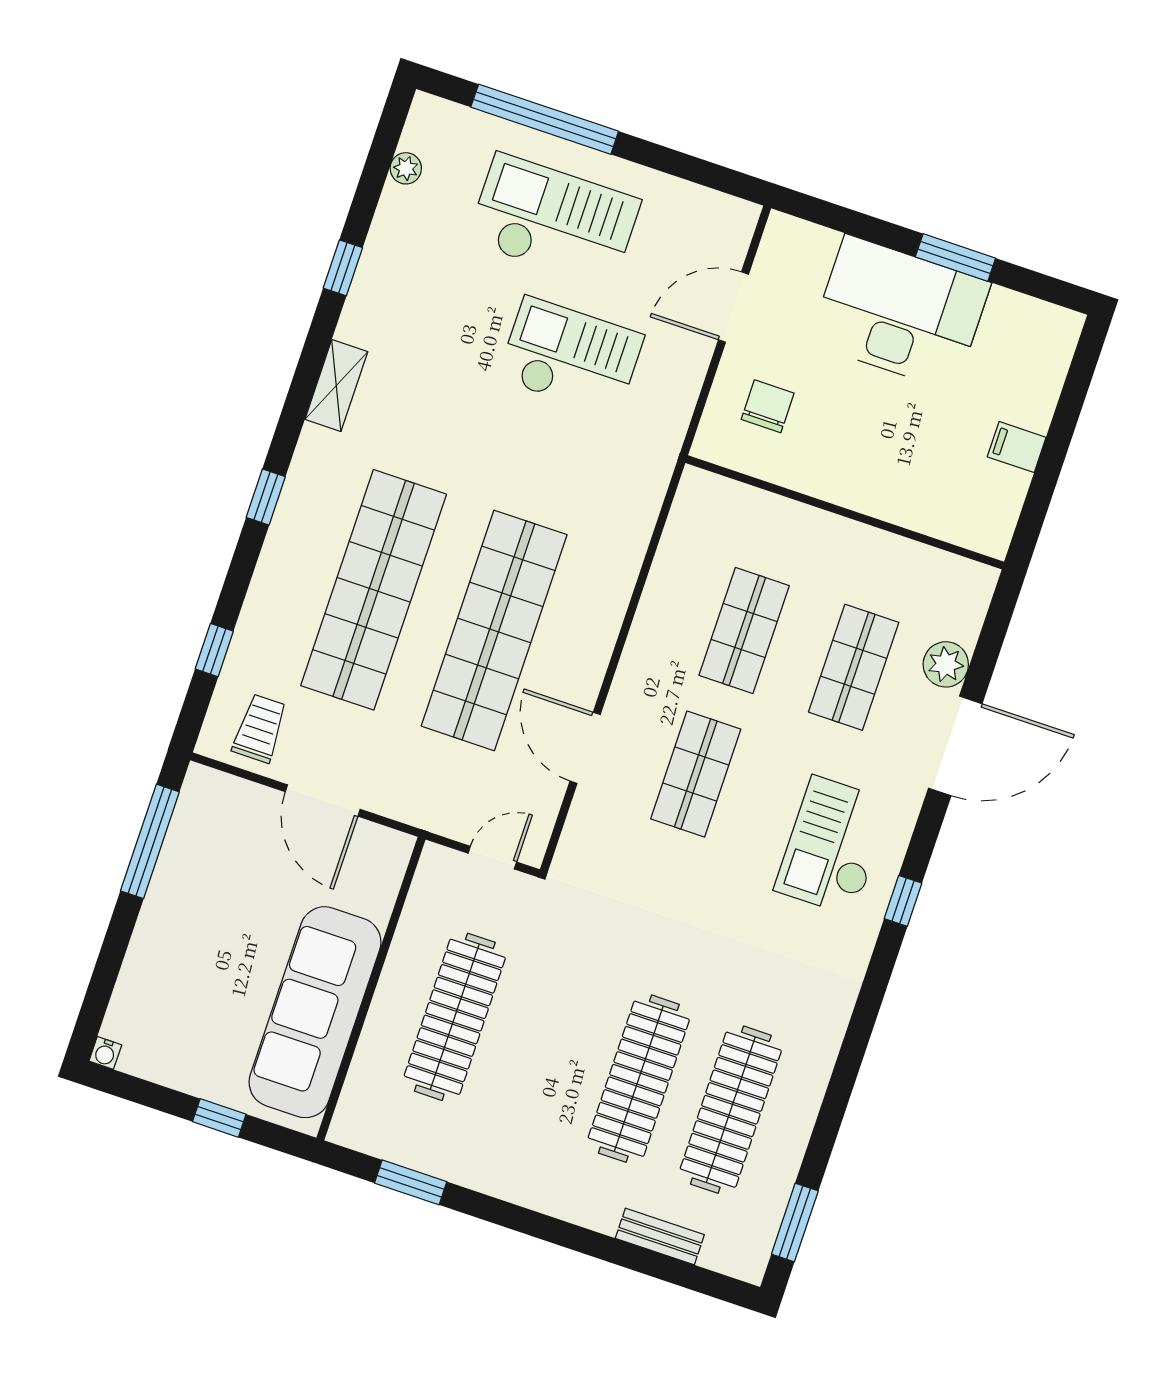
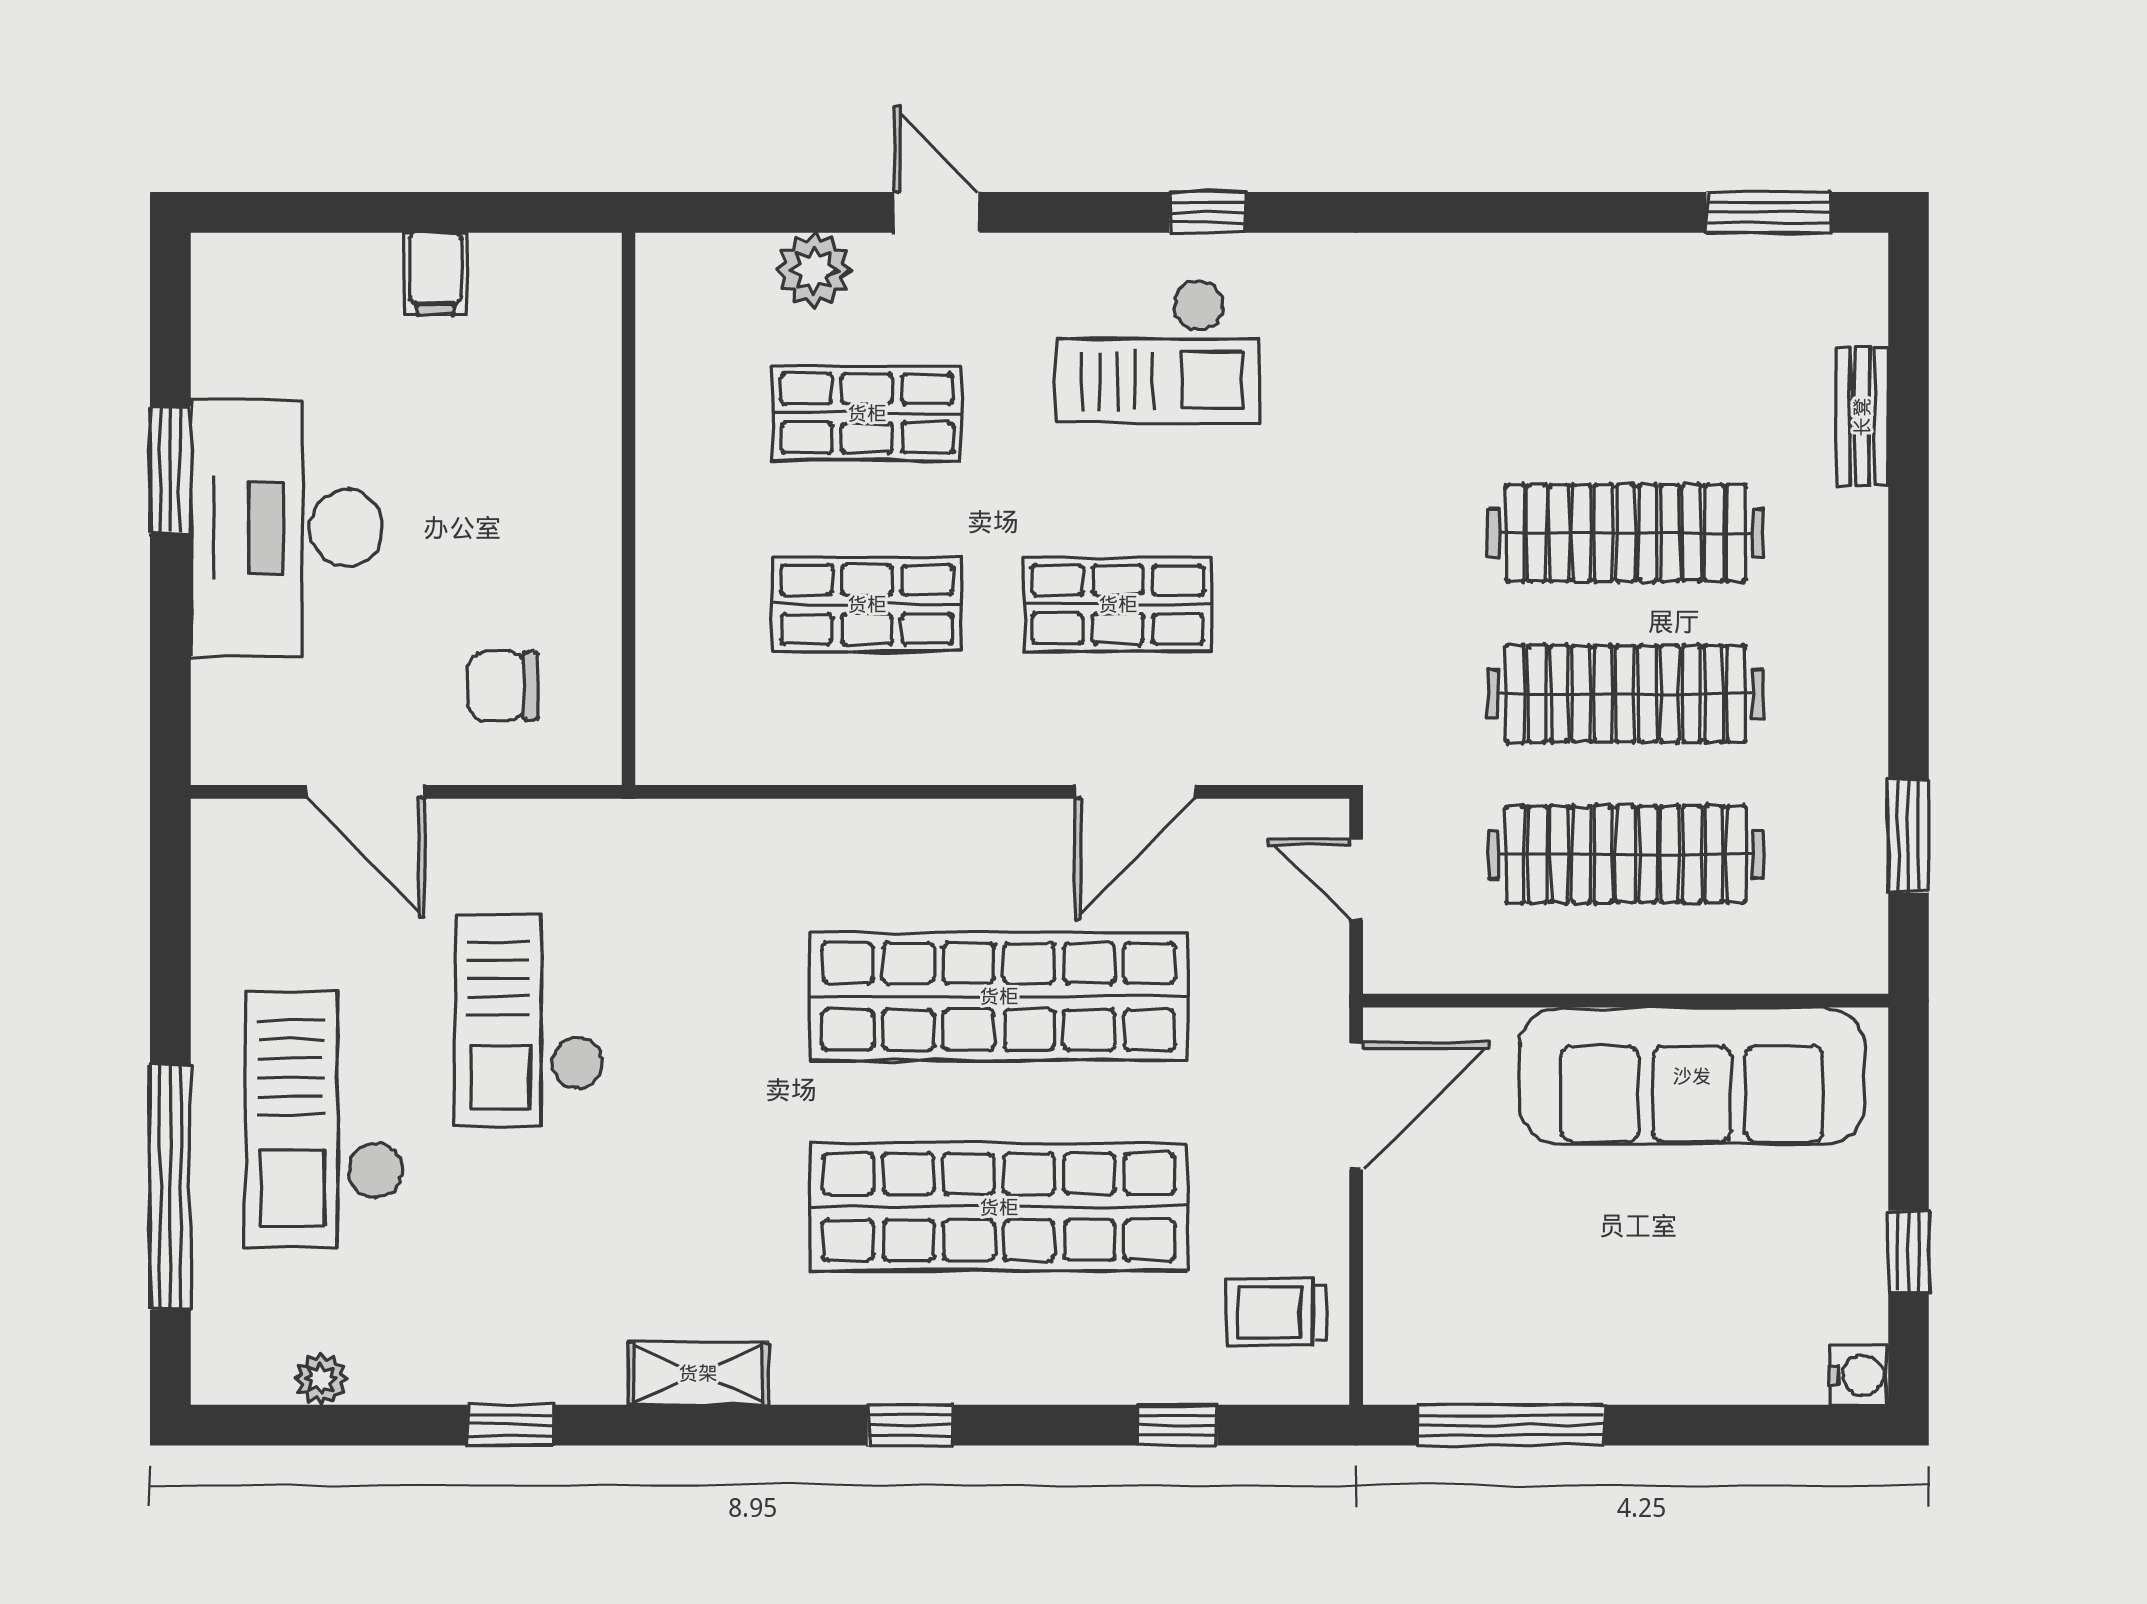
door: (955, 746) -> (937, 212), width x0.53
door: (323, 801) -> (1356, 1106), moved
water cooler: (105, 1053) -> (1859, 1375), width x1.38, depth x1.38
clothes rail: (731, 1110) -> (1626, 694), moved
window: (219, 1118) -> (1909, 1251), moved

